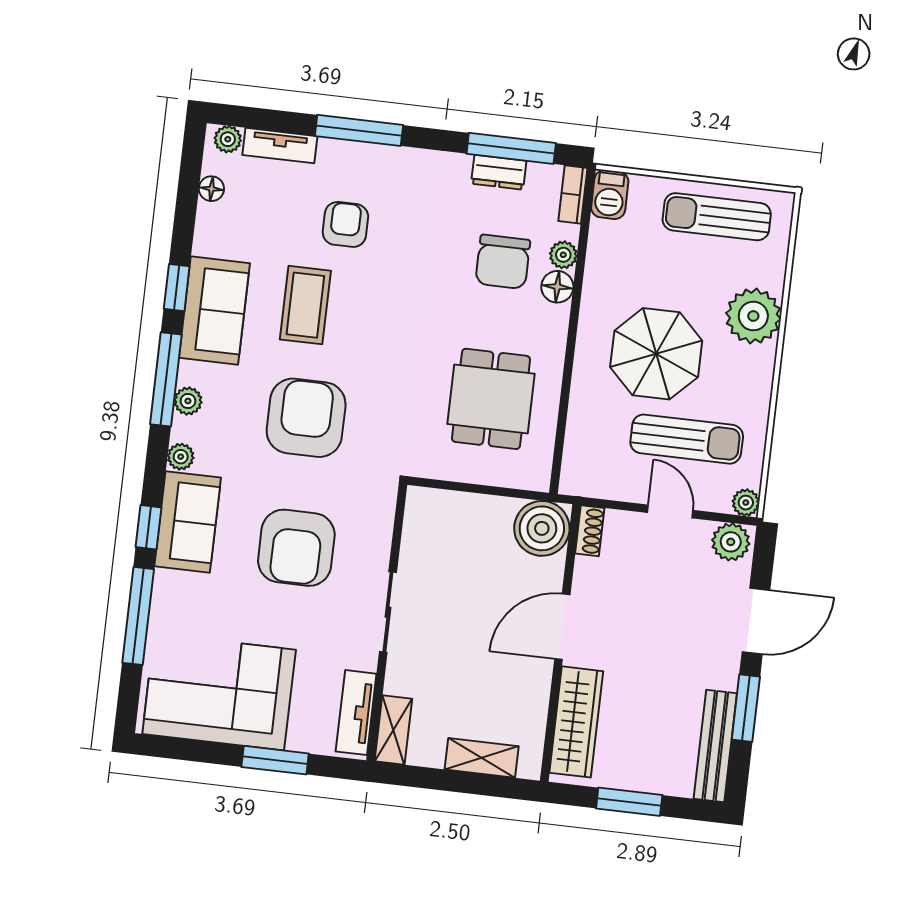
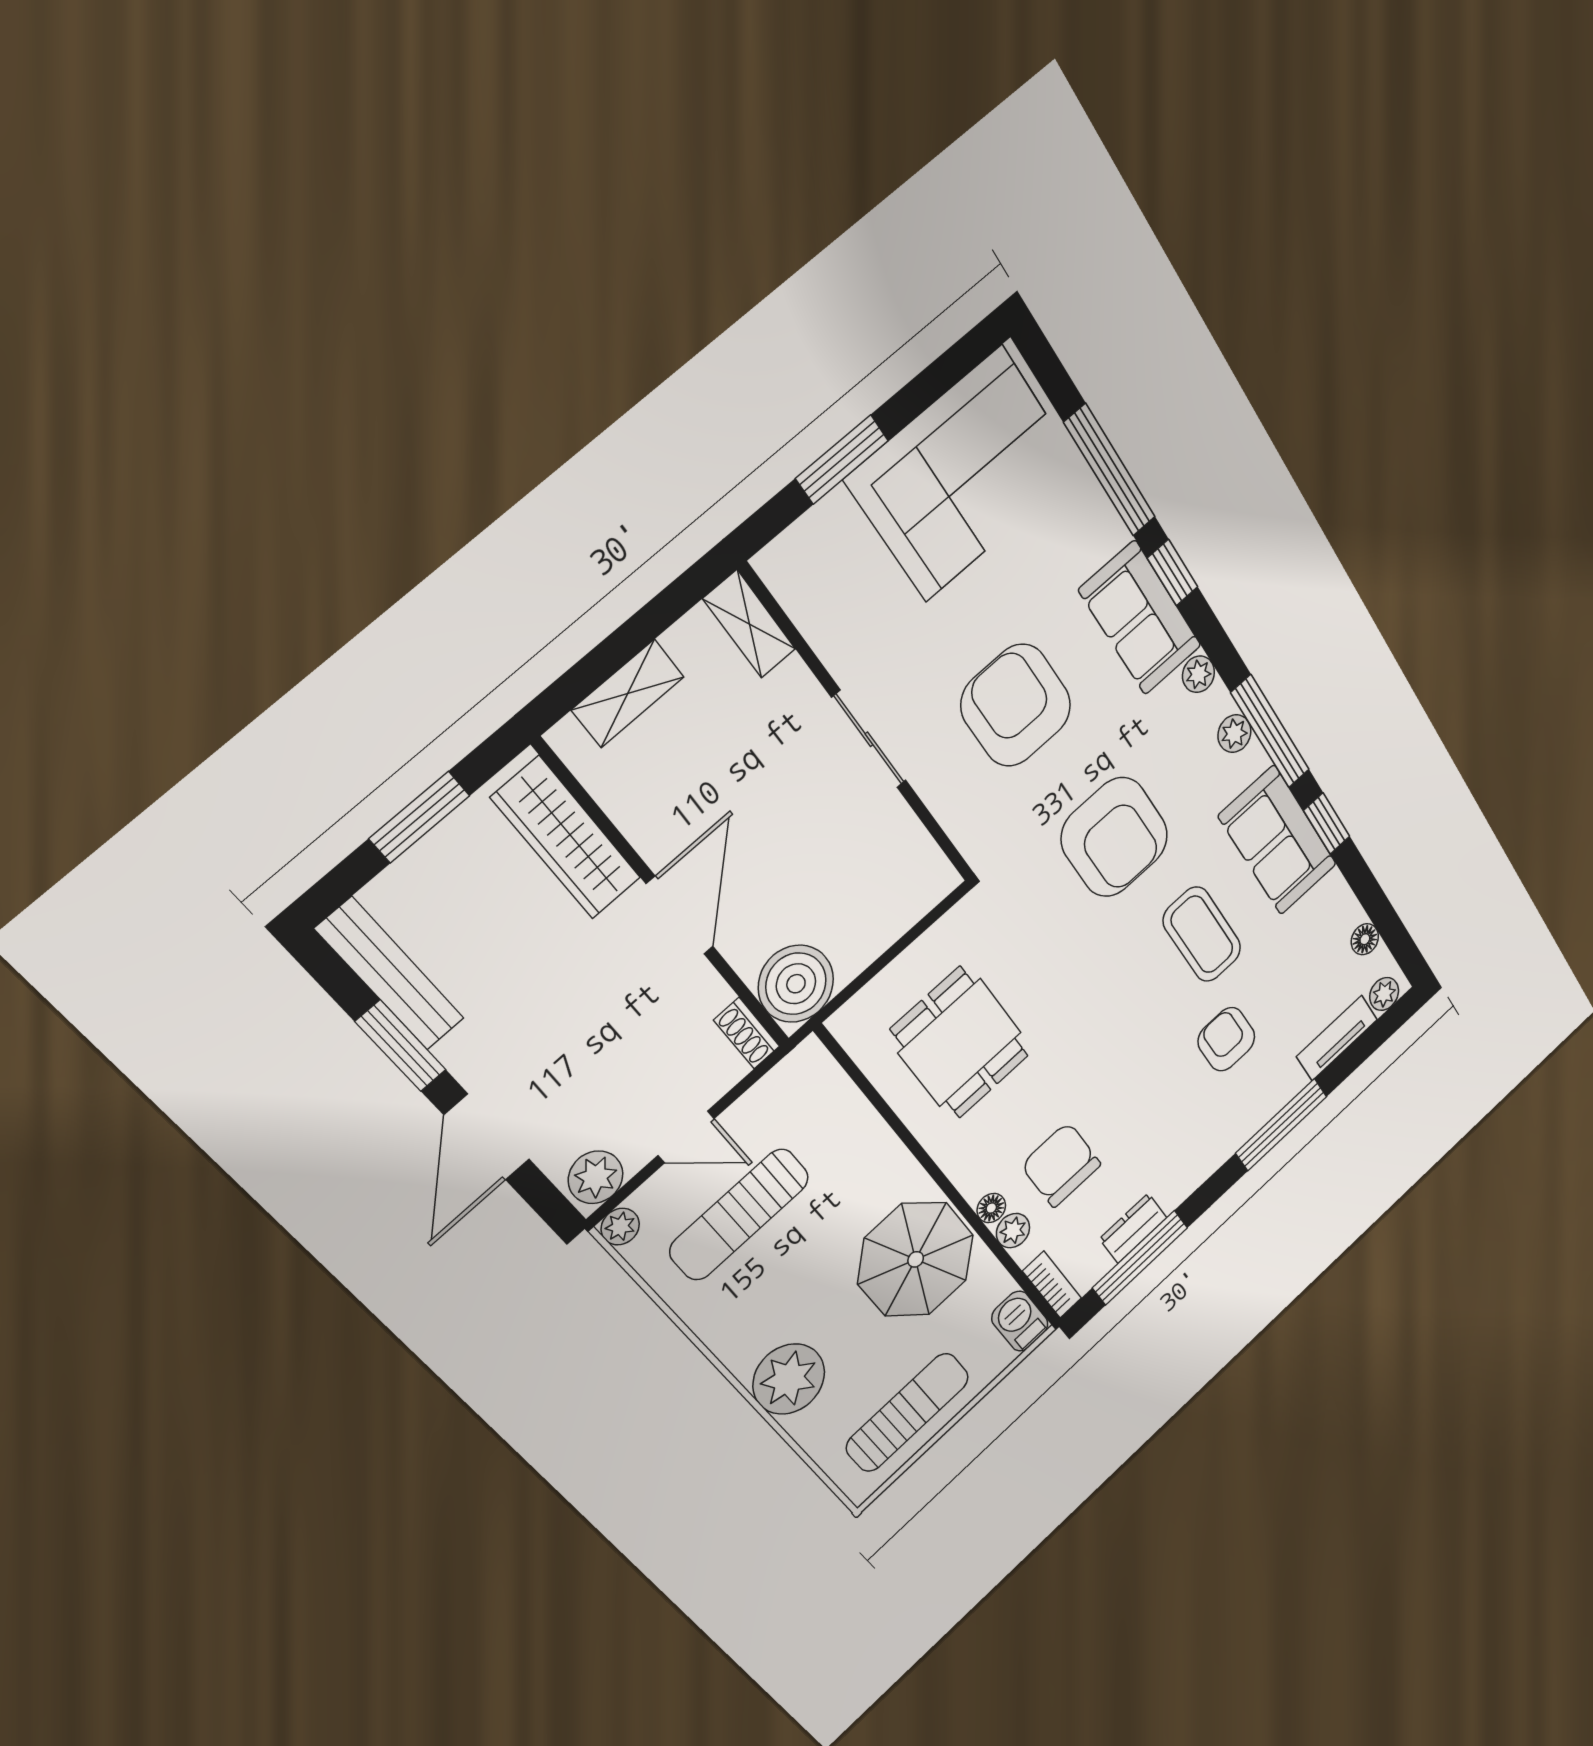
armchair: (345, 224) -> (1226, 1039), turned 180
floor lamp: (557, 287) -> (991, 1208), width x0.73, depth x0.73
parasol: (656, 354) -> (916, 1259), moved
tv unit: (356, 713) -> (805, 601), removed

